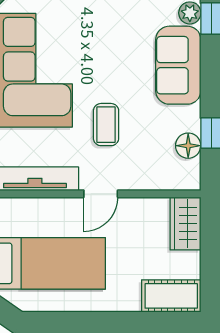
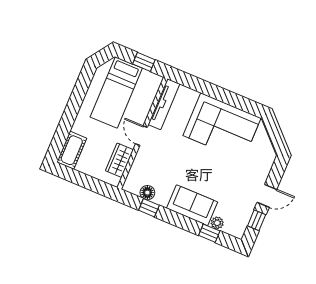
coffee table: (106, 125) -> (177, 154), removed
wardrobe: (185, 224) -> (119, 160), moved, turned -90

